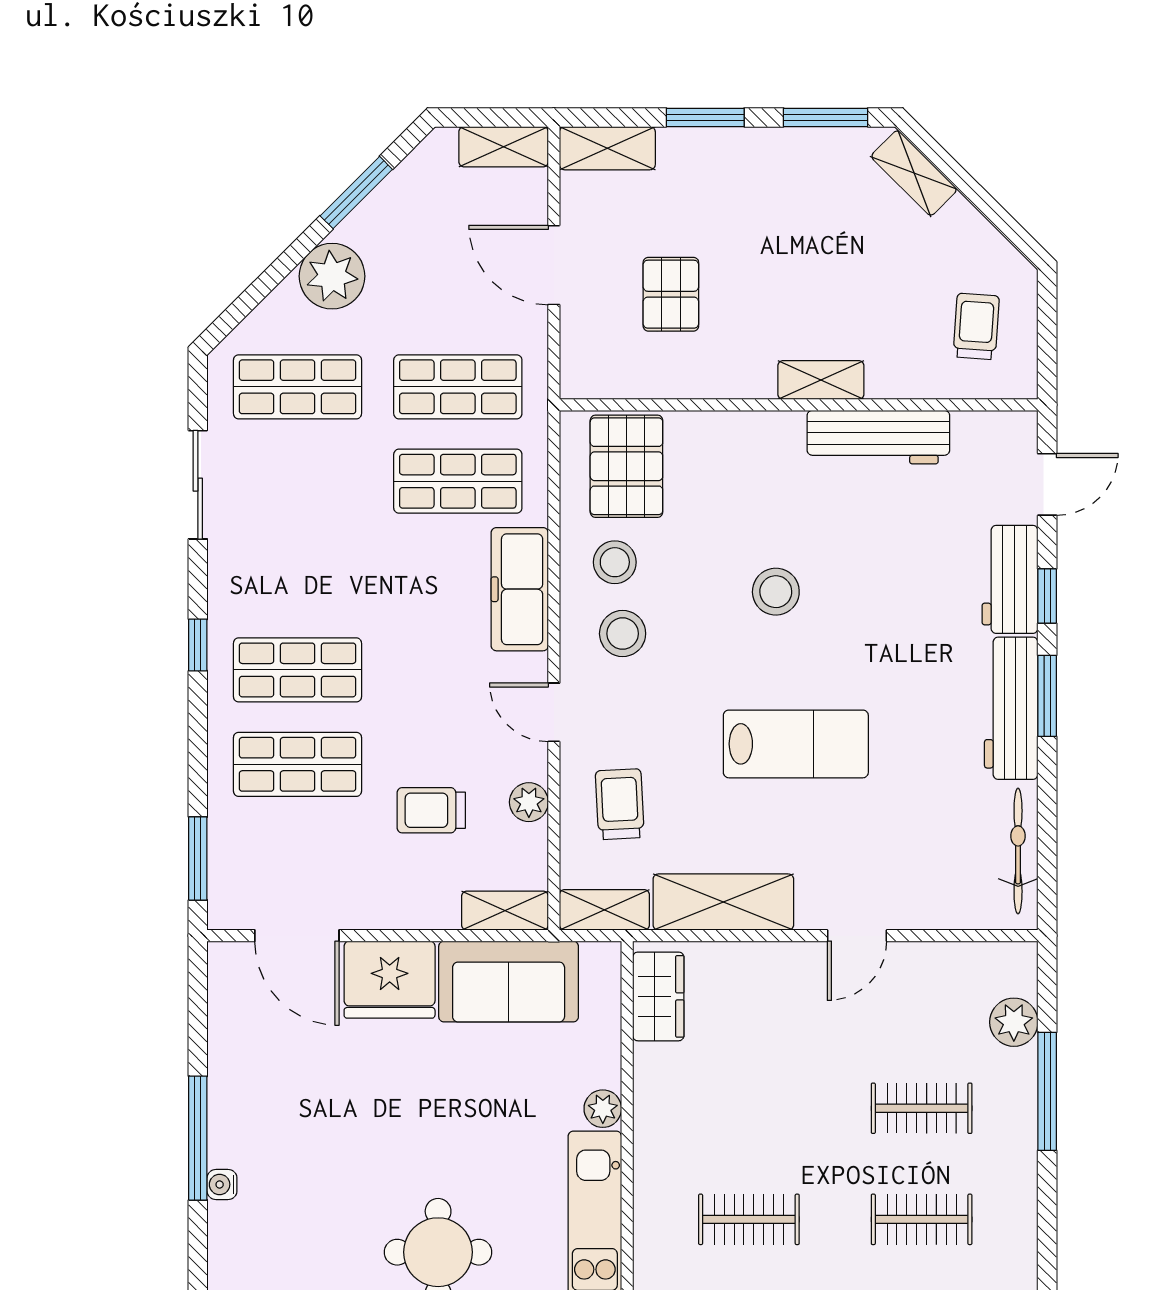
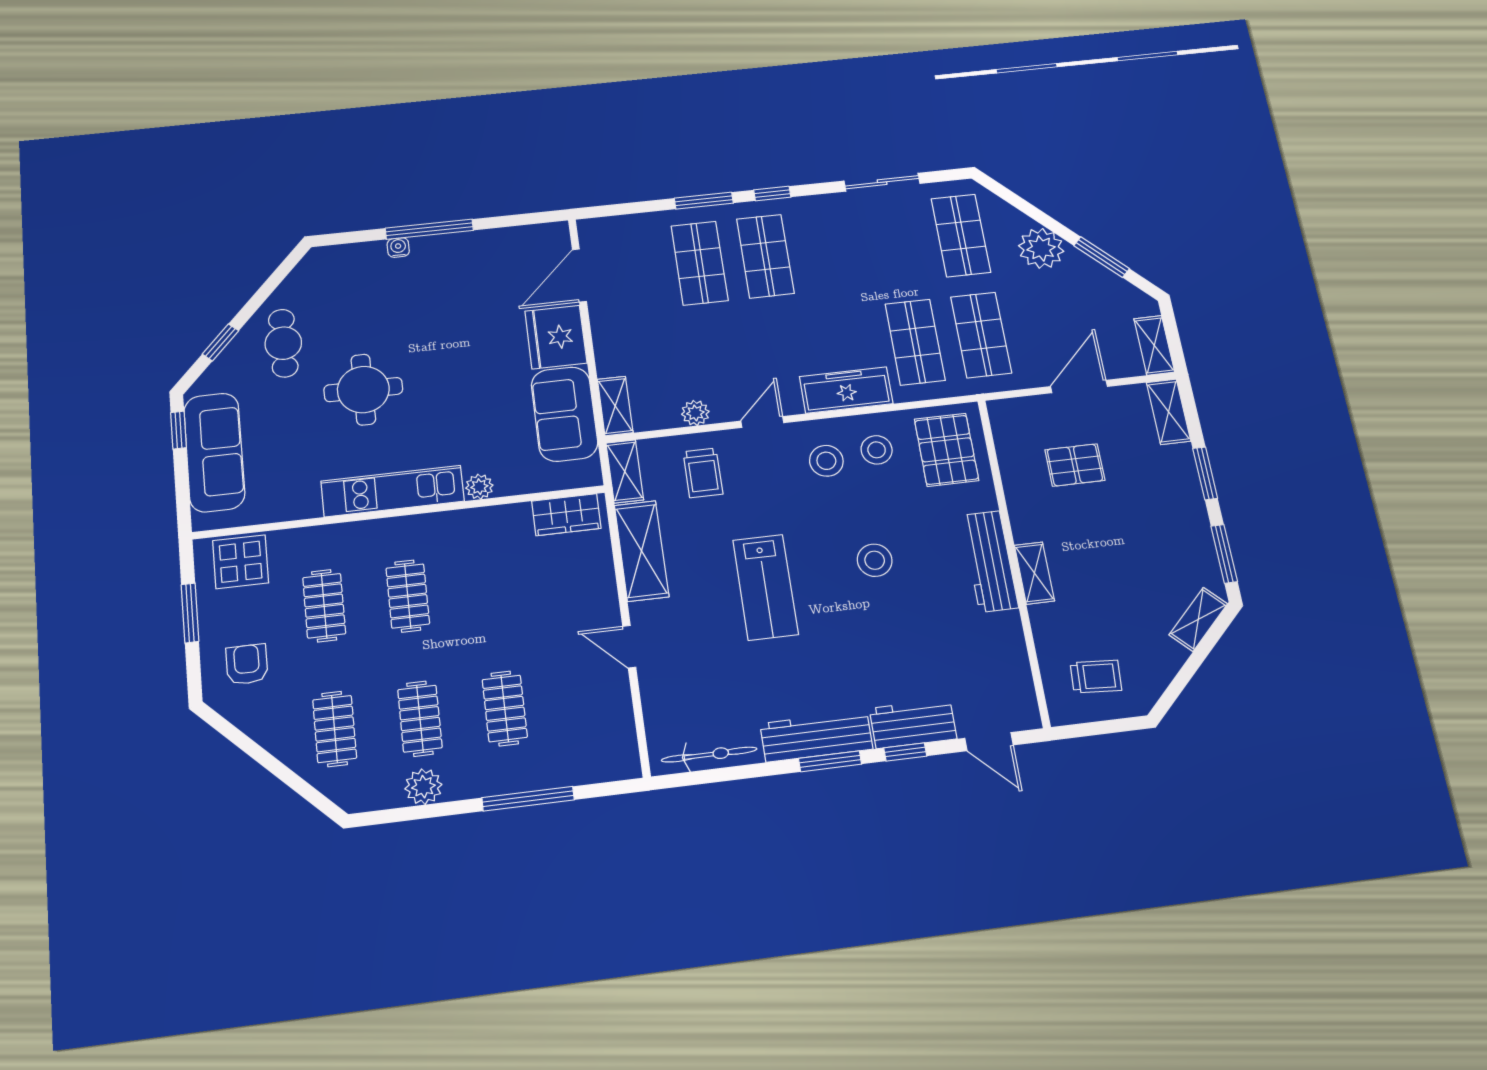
workbench: (878, 437) -> (990, 561), moved
pallet: (626, 466) -> (947, 450), turned 90
trolley: (620, 804) -> (703, 473), turned 93
trolley: (431, 810) -> (680, 351), removed
window: (198, 859) -> (704, 201), moved
plant: (1014, 1022) -> (423, 787), moved

